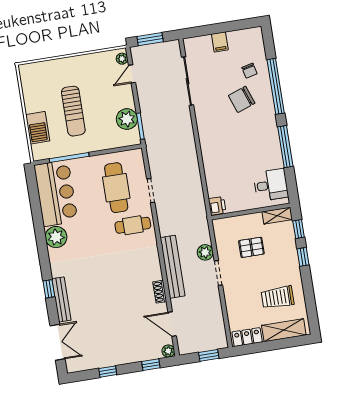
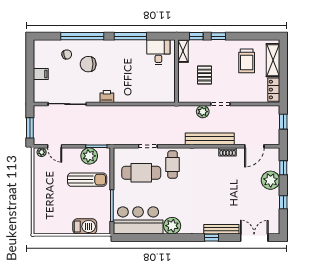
chair: (242, 99) -> (88, 64), turned 110
sun lounger: (73, 111) -> (87, 180), moved
printer: (217, 206) -> (107, 96), moved
plant: (168, 351) -> (271, 180), moved, width x1.87, depth x1.87

